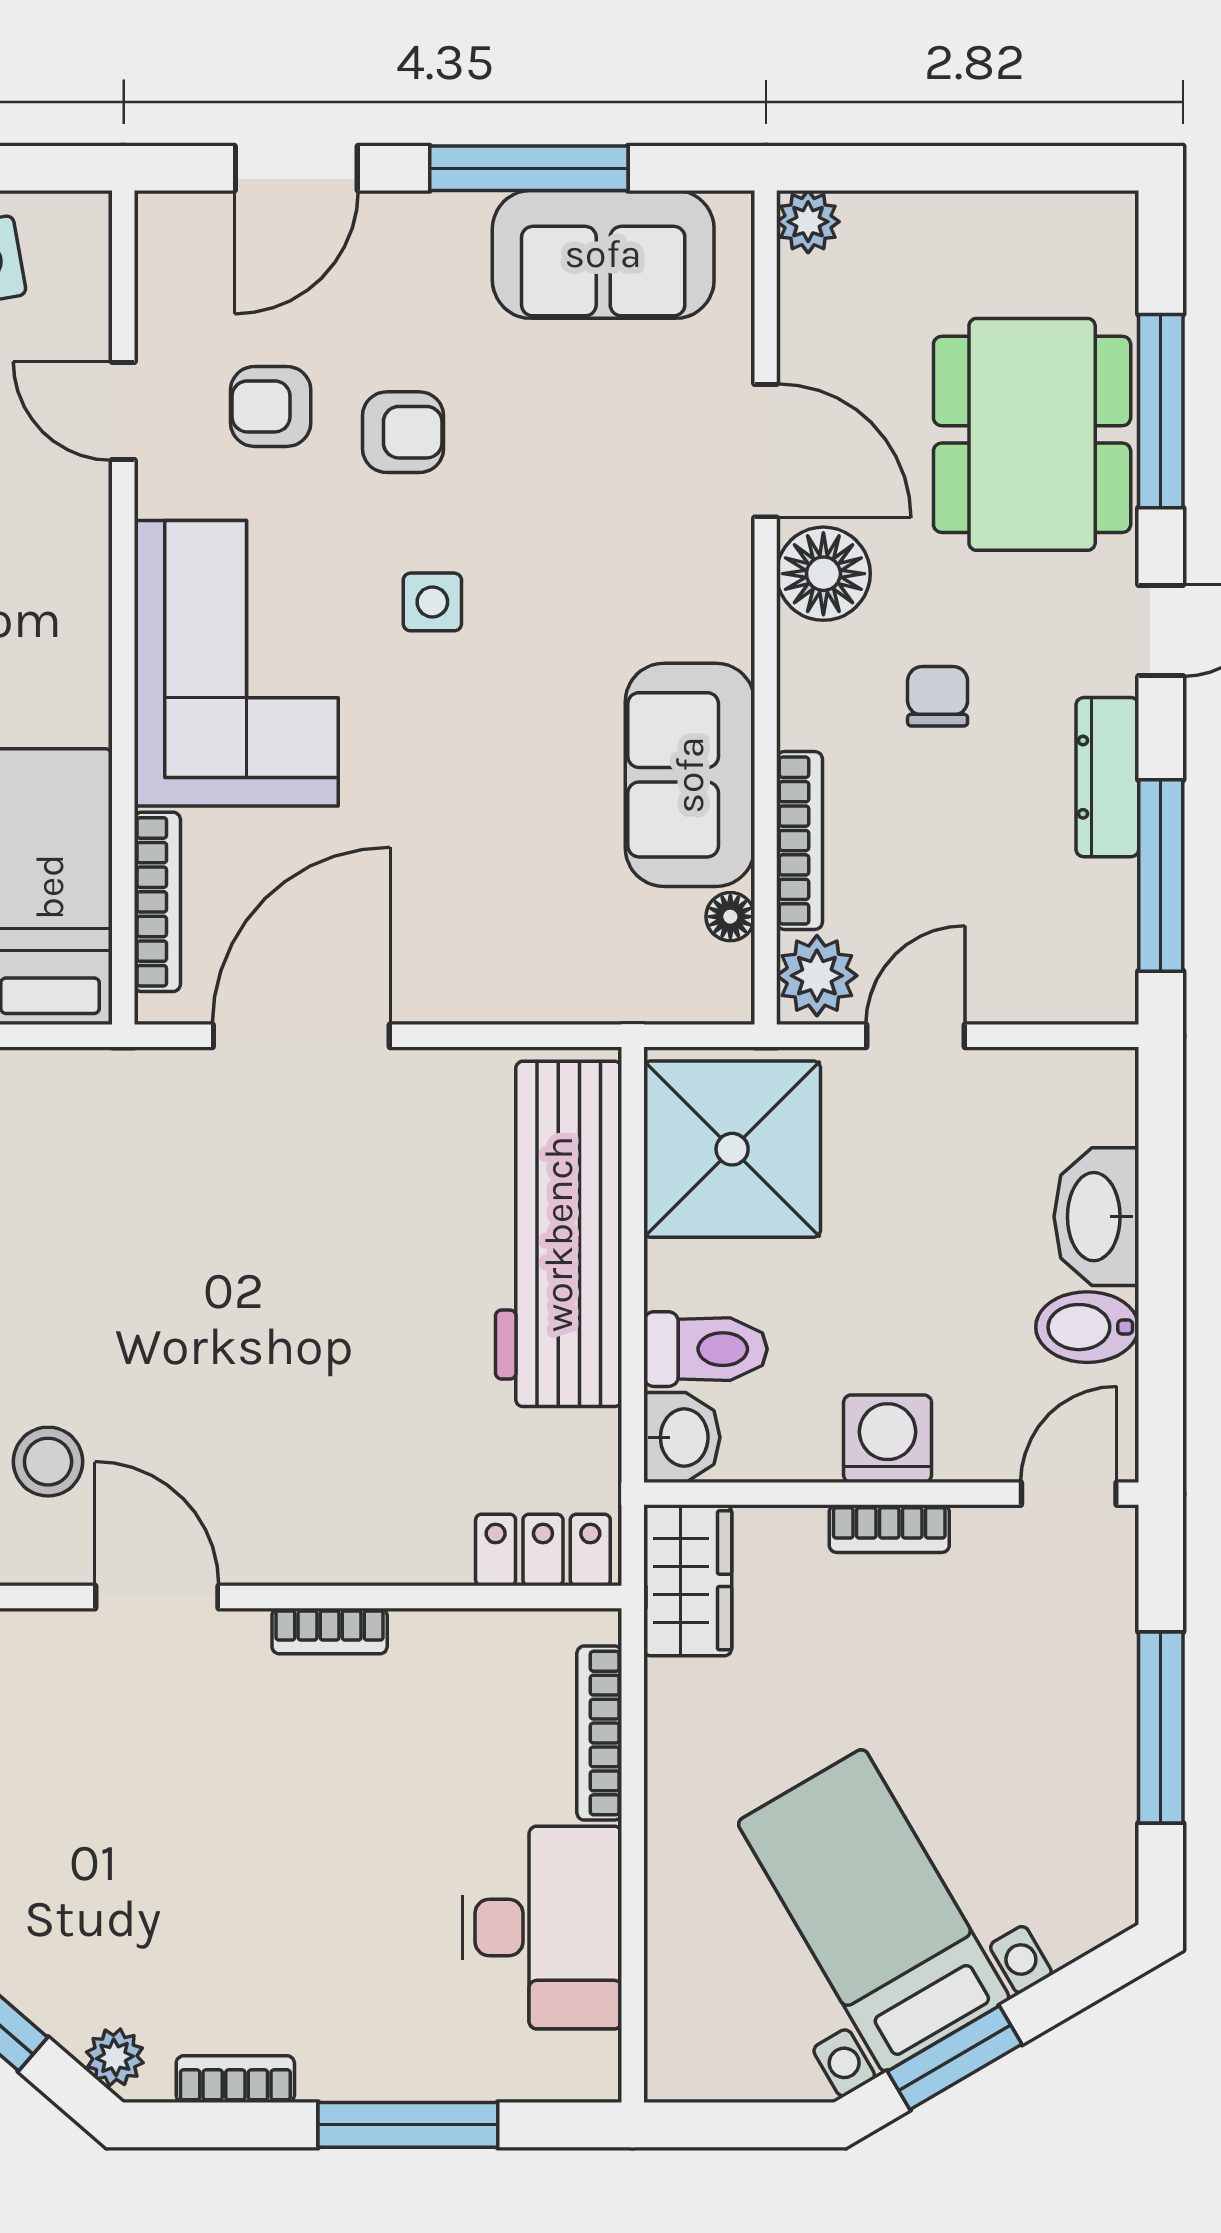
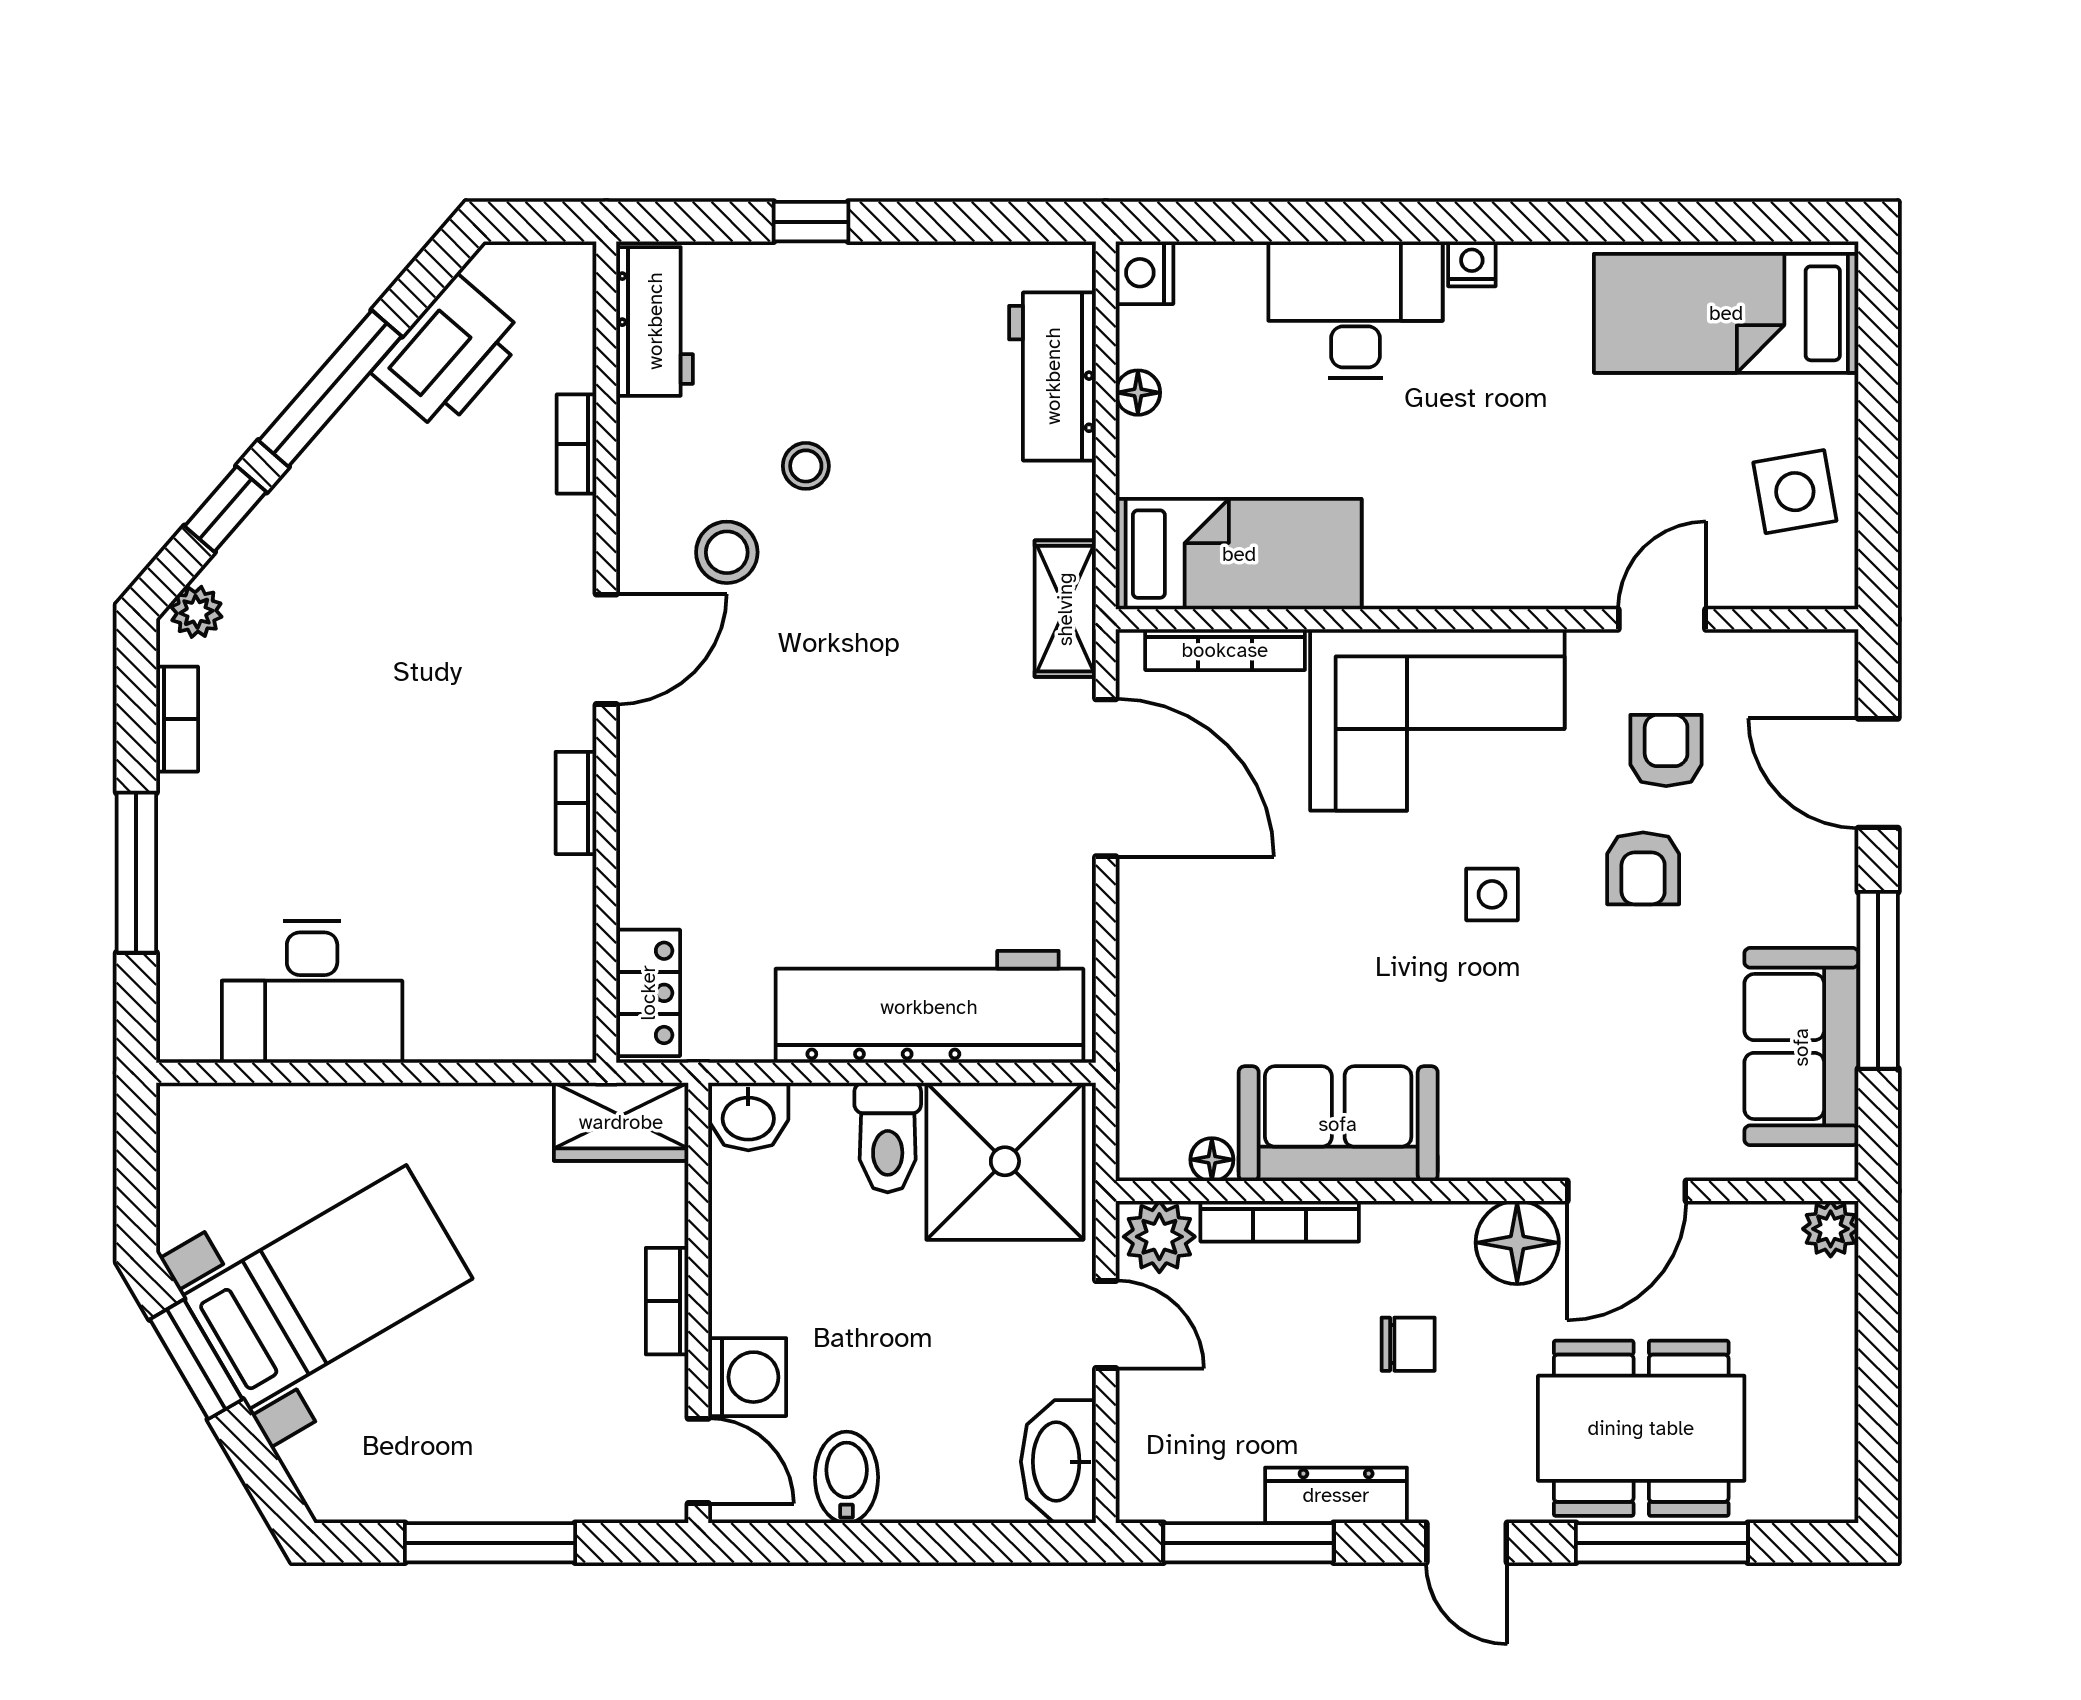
shelving: (111, 1081) -> (1065, 609), added
washbasin: (1096, 1217) -> (1058, 1462), moved, turned -90
toilet: (705, 1349) -> (888, 1138), moved
washing machine: (888, 1439) -> (747, 1377), moved
bookcase: (599, 1733) -> (485, 1043), removed

